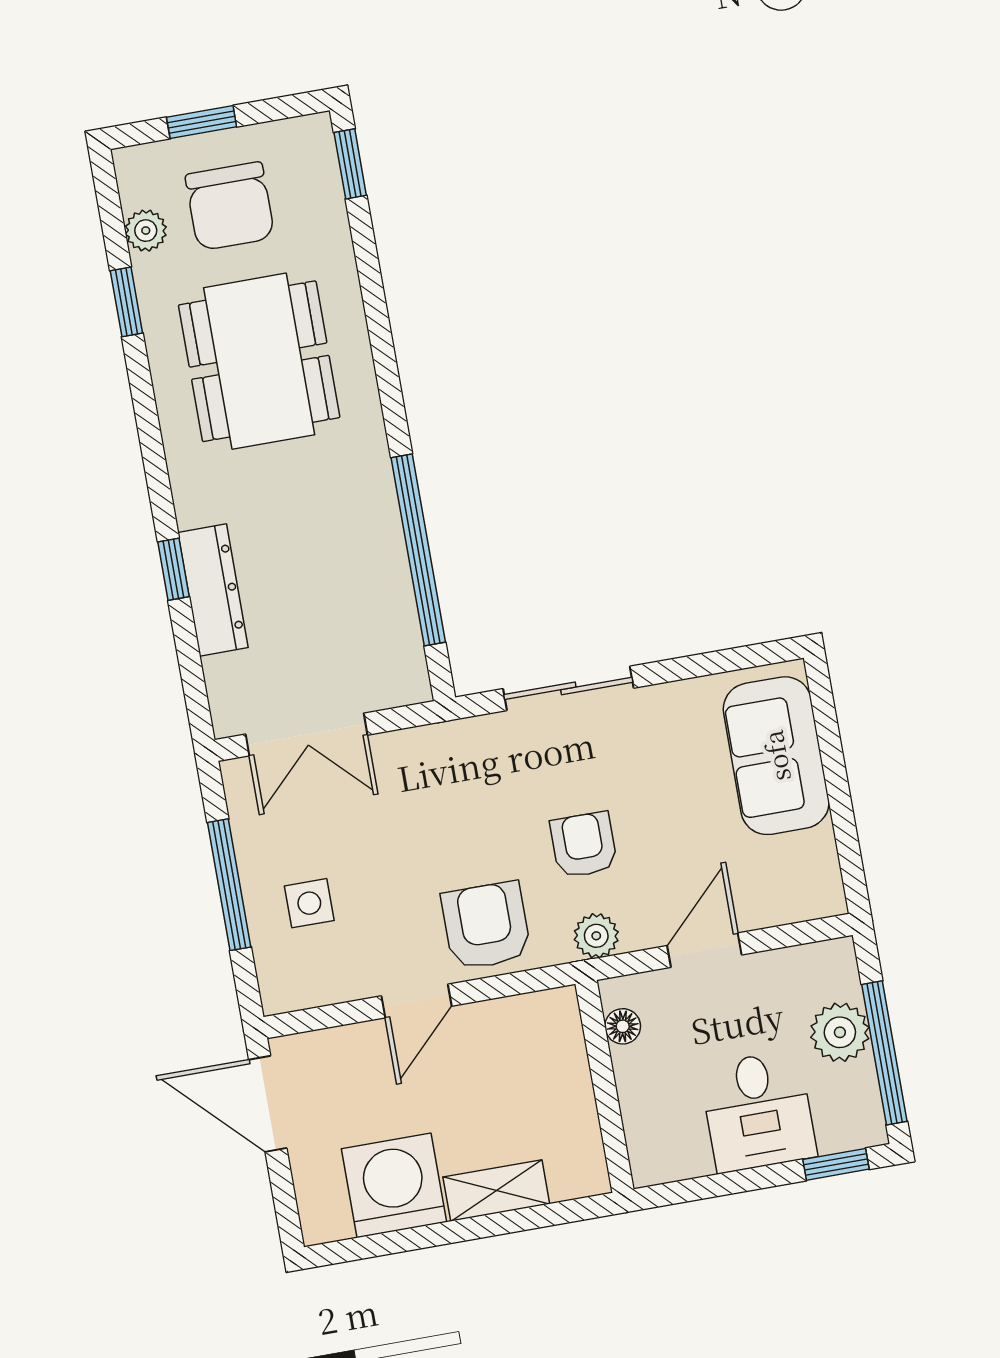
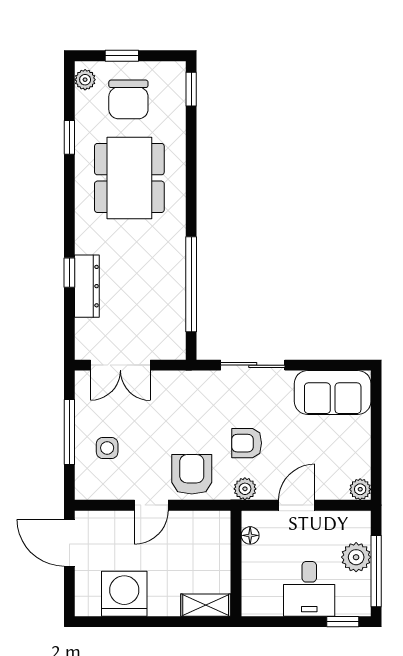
plant: (146, 231) -> (85, 80), moved
sofa: (776, 756) -> (333, 392), moved, turned -90
armchair: (584, 845) -> (247, 443), turned -90
plant: (824, 897) -> (360, 489), added
shelving: (496, 1190) -> (206, 605), moved

